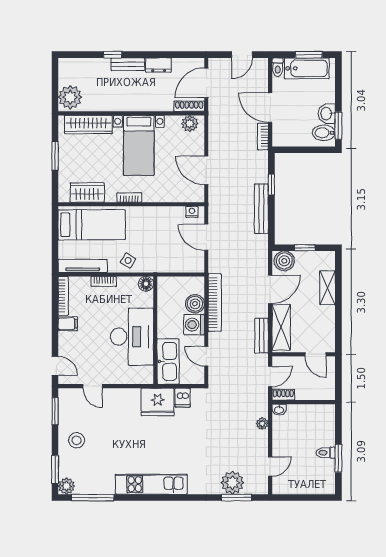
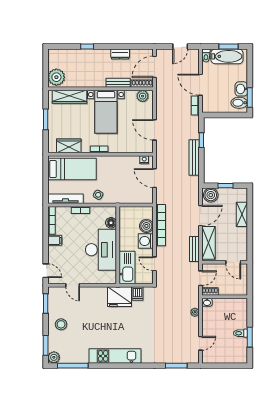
bench: (128, 64) -> (118, 83), moved
floor lamp: (146, 284) -> (111, 223), moved
plant: (232, 483) -> (173, 355), removed

